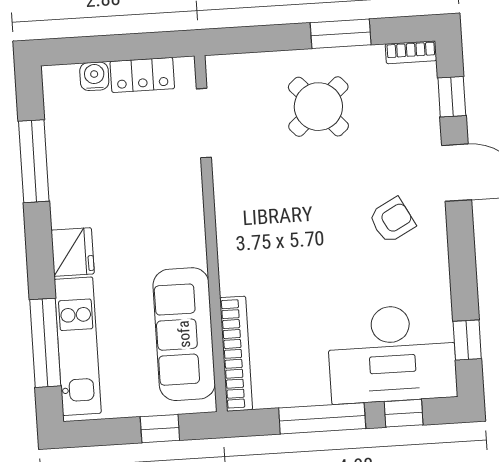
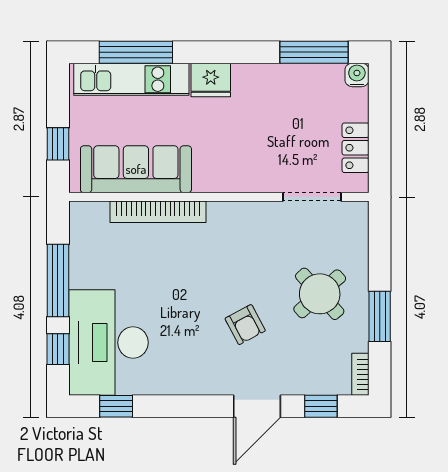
water cooler: (94, 76) -> (357, 75), moved, turned -90
window: (34, 161) -> (314, 52), moved
armchair: (392, 220) -> (245, 325), moved
bookcase: (236, 354) -> (158, 212), moved

